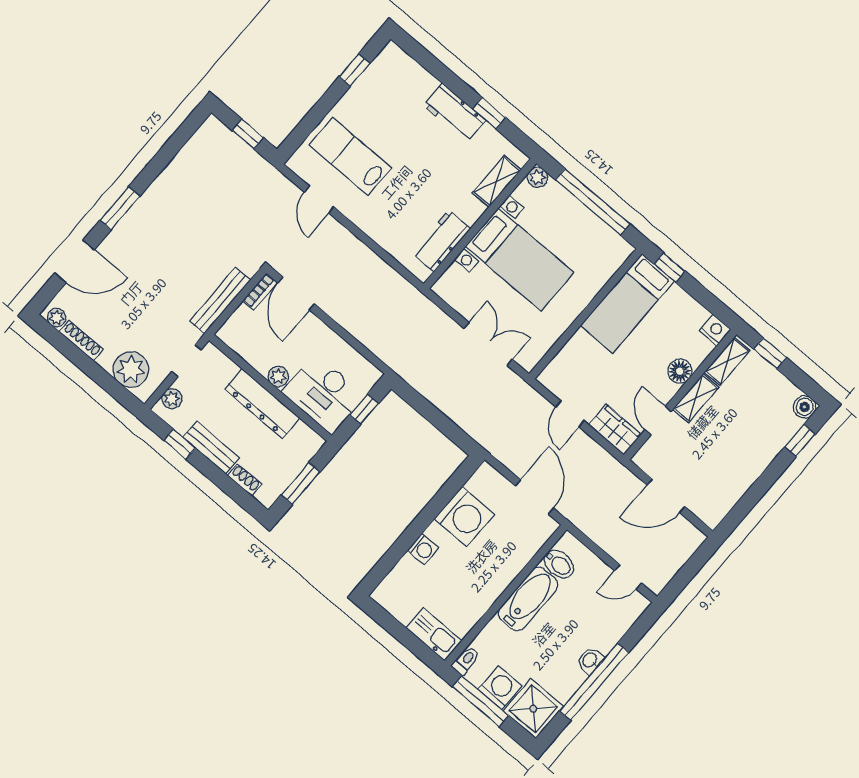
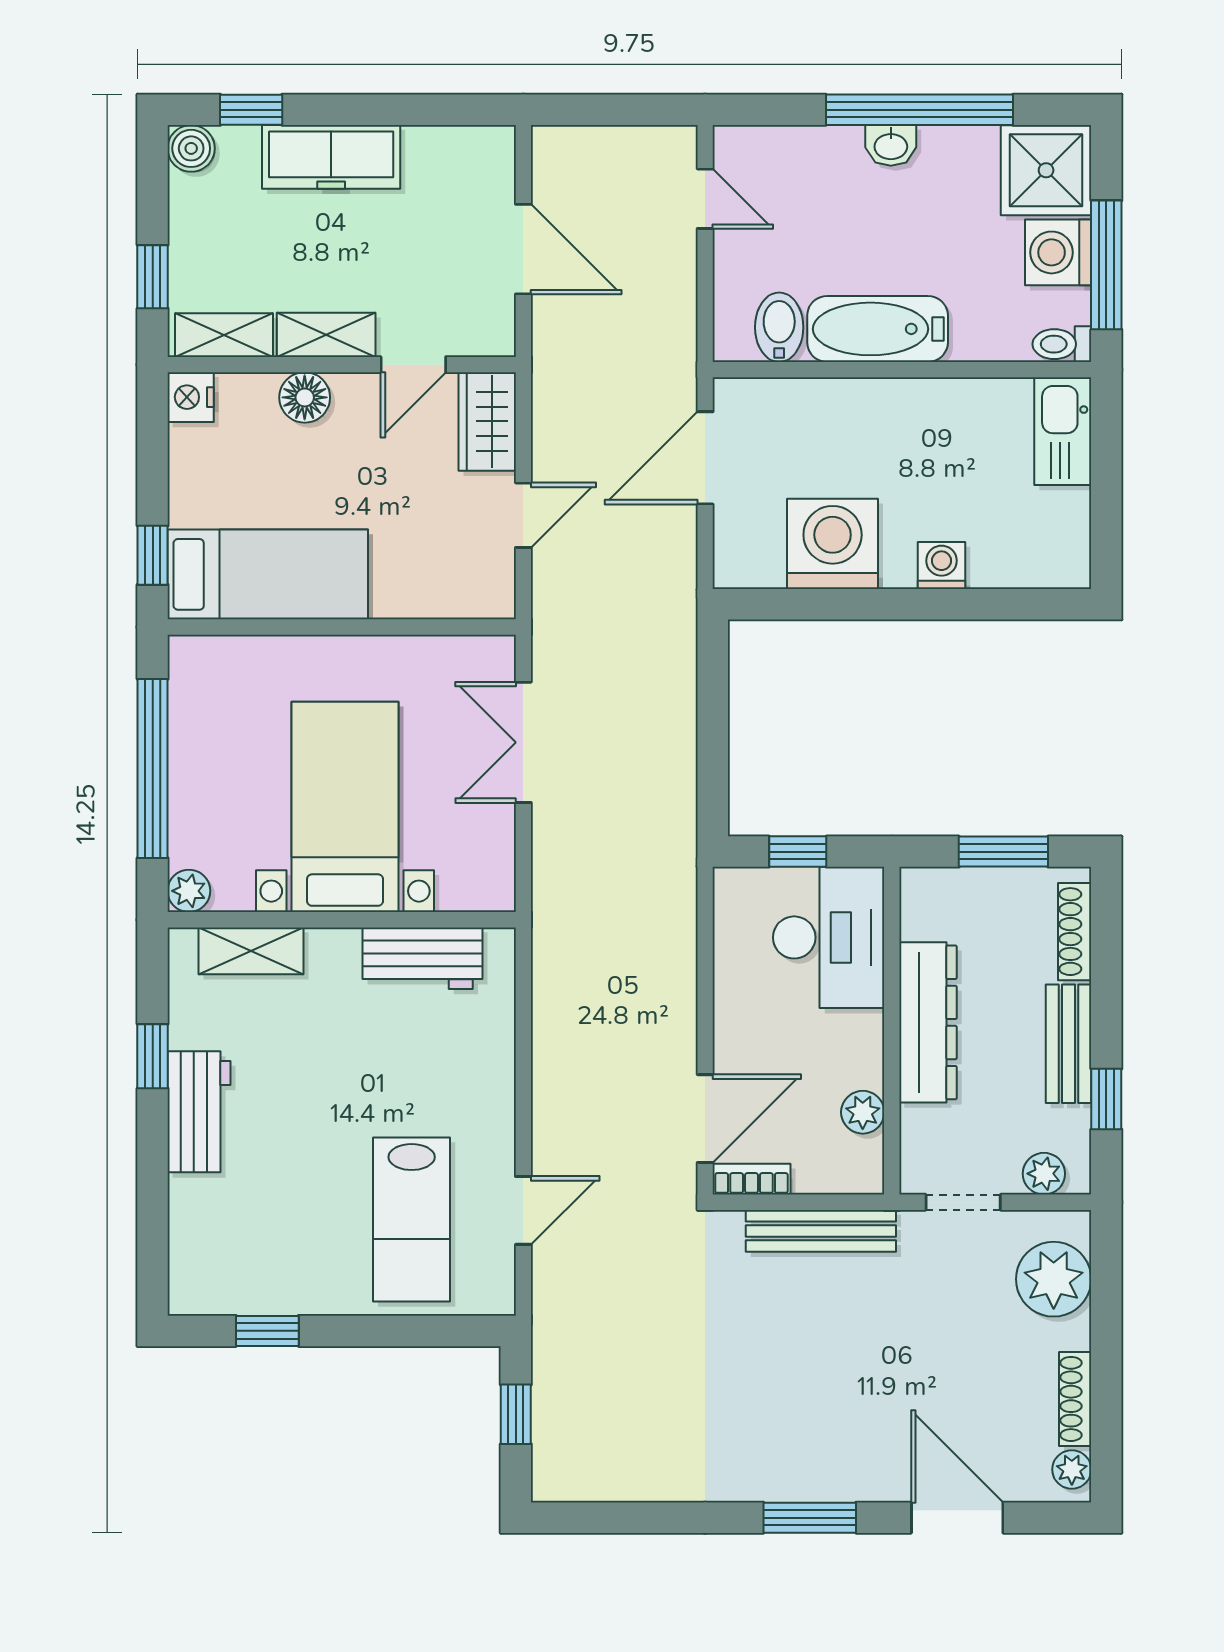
plant: (278, 376) -> (863, 1112), moved
freezer: (758, 455) -> (331, 157), added
shoe rack: (245, 480) -> (1075, 932), width x1.43

